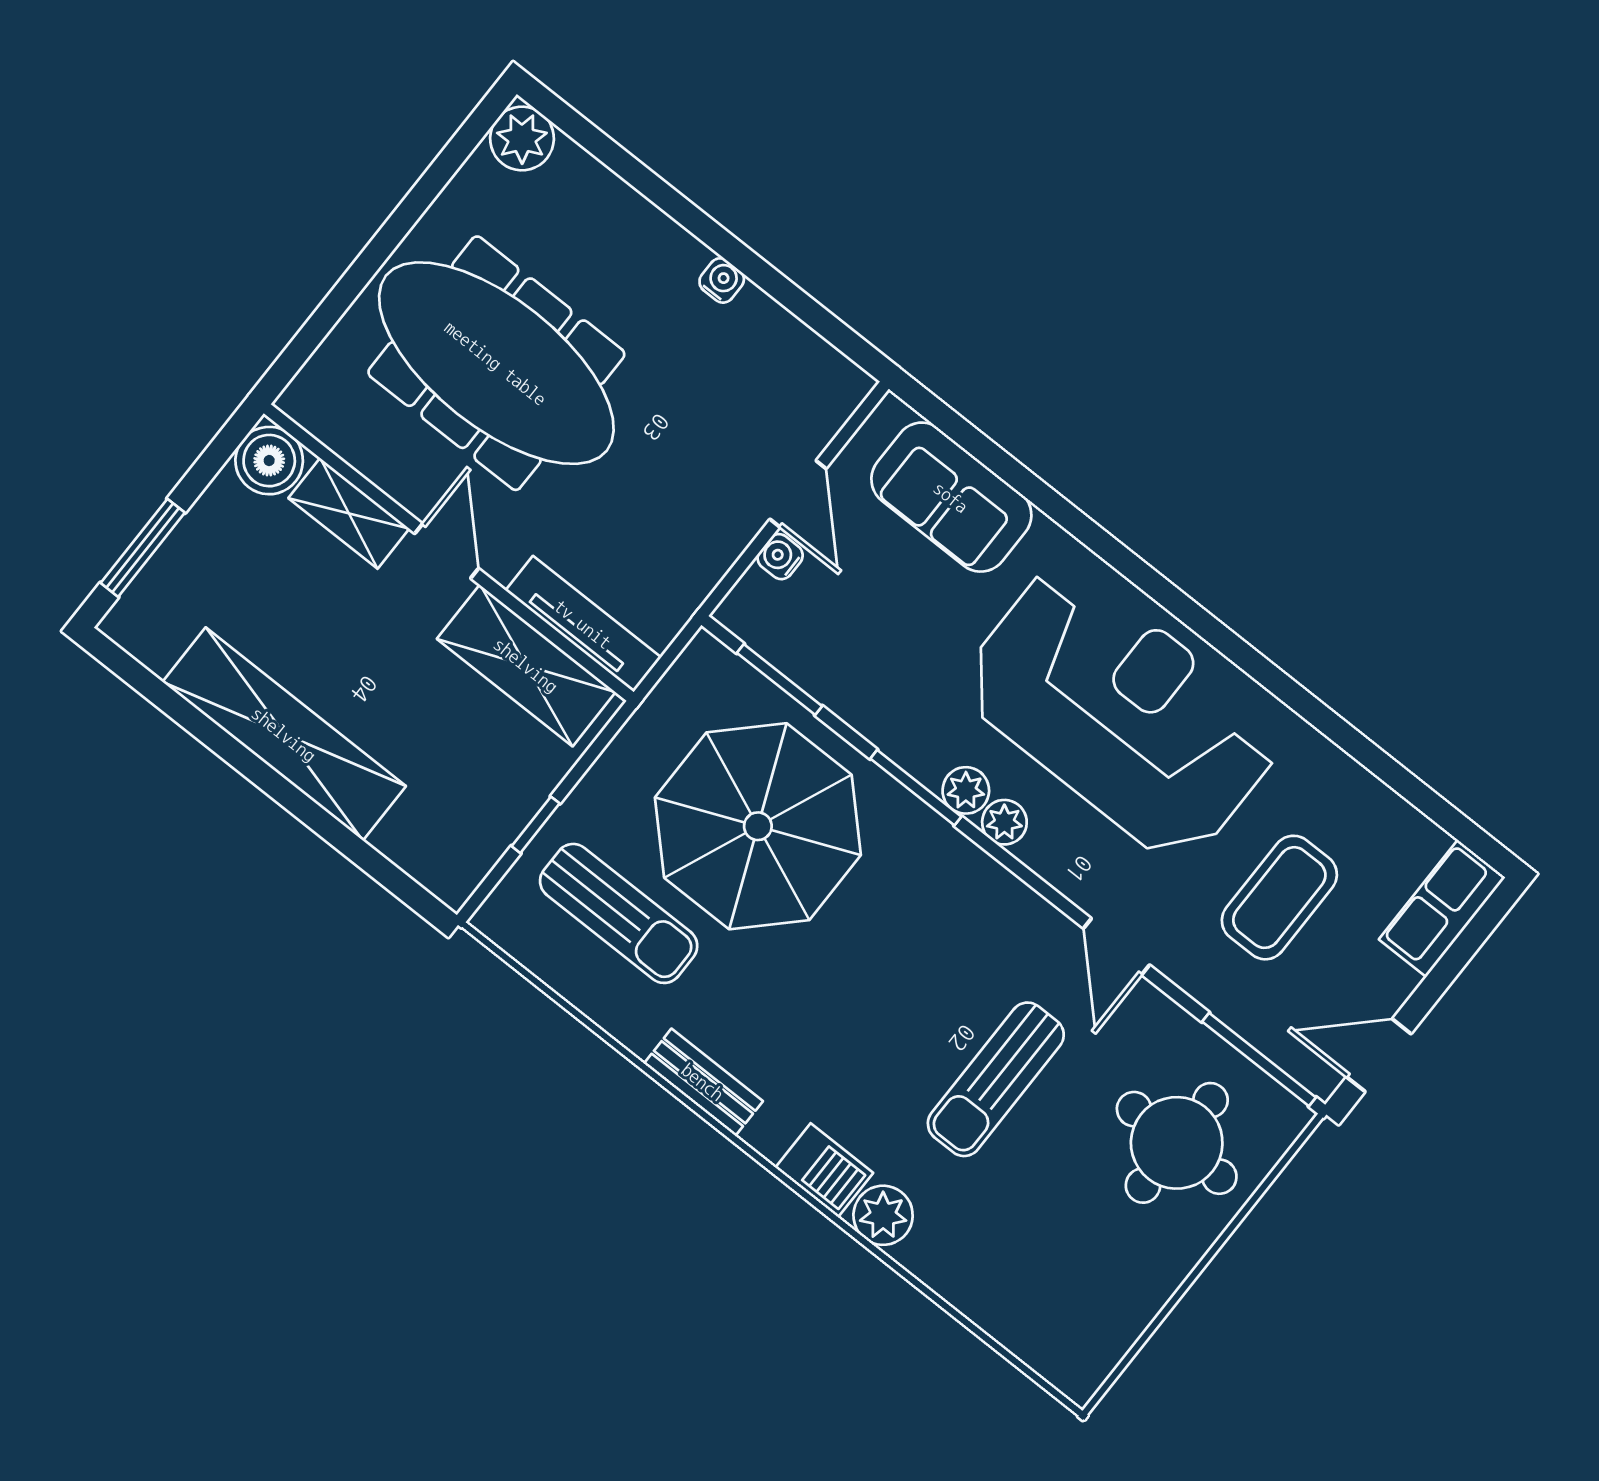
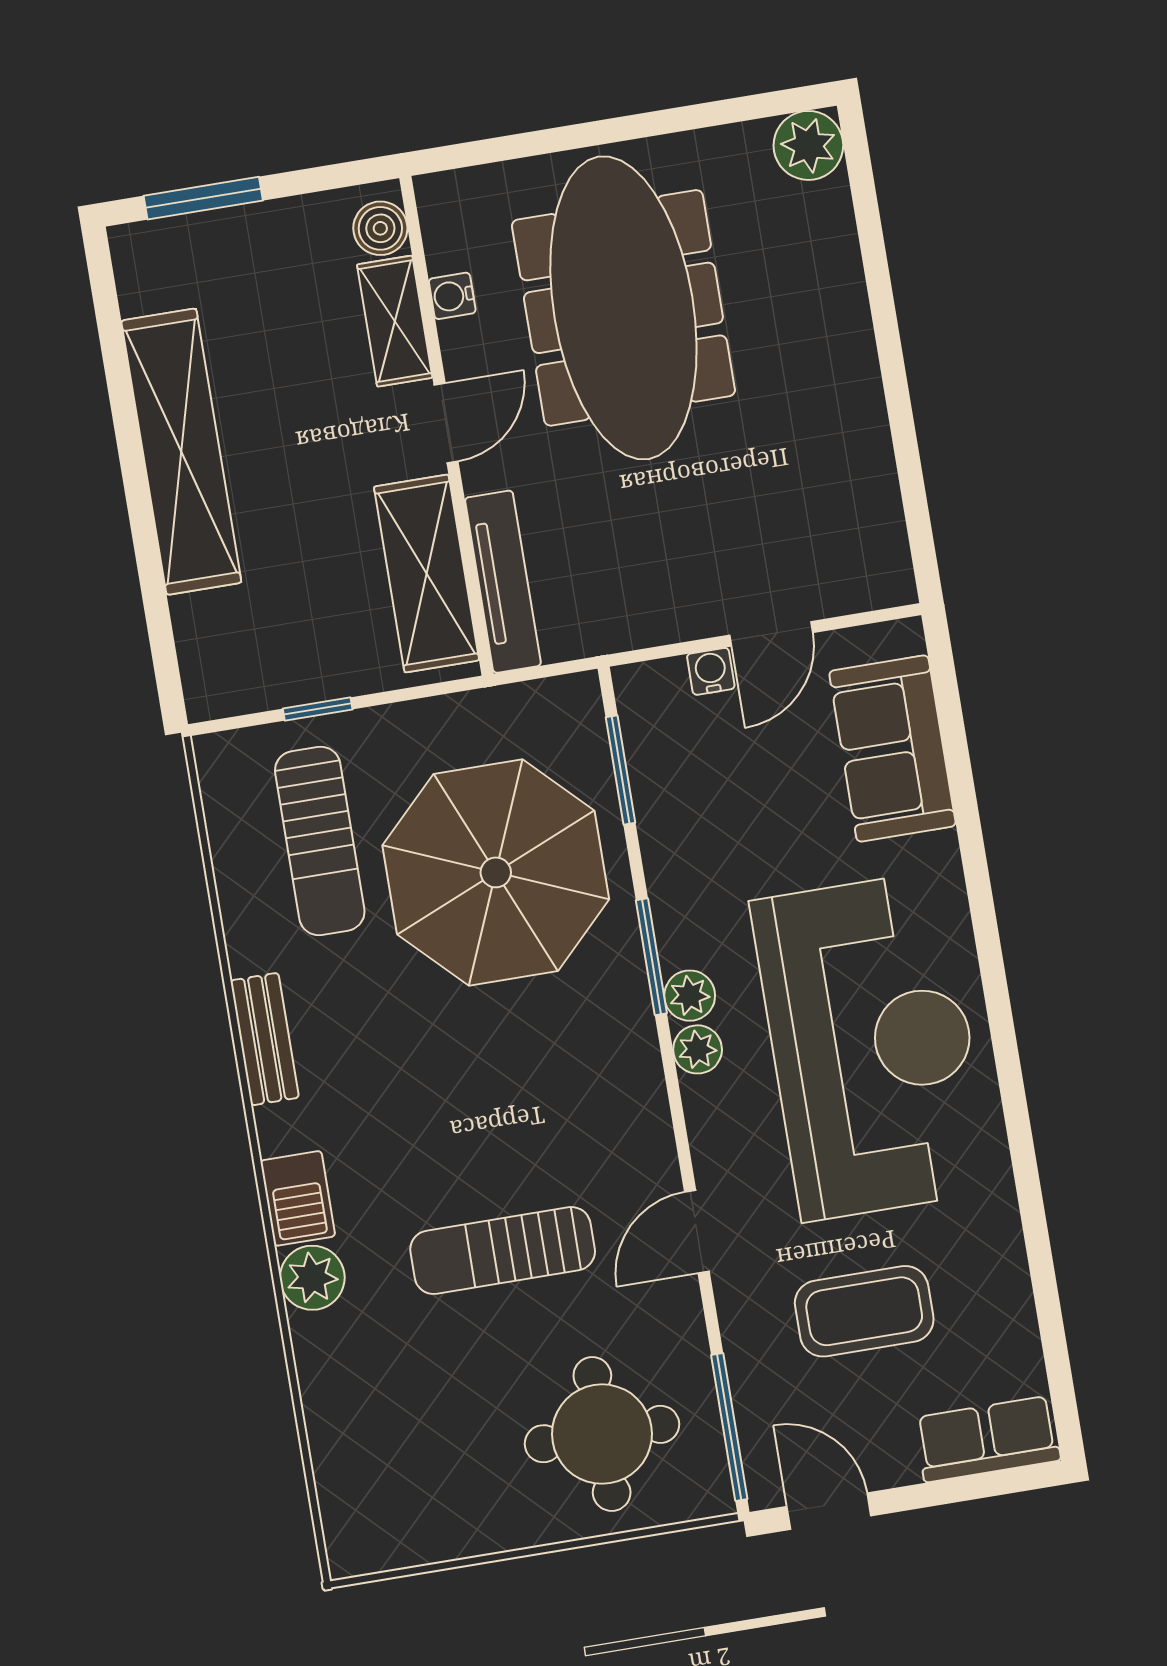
water cooler: (722, 280) -> (452, 296), moved, turned 180
boiler: (269, 461) -> (380, 228), width x0.73, depth x0.73

